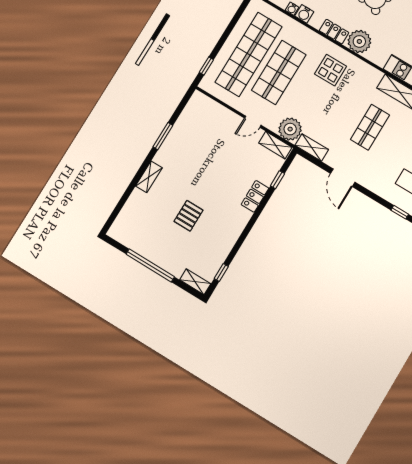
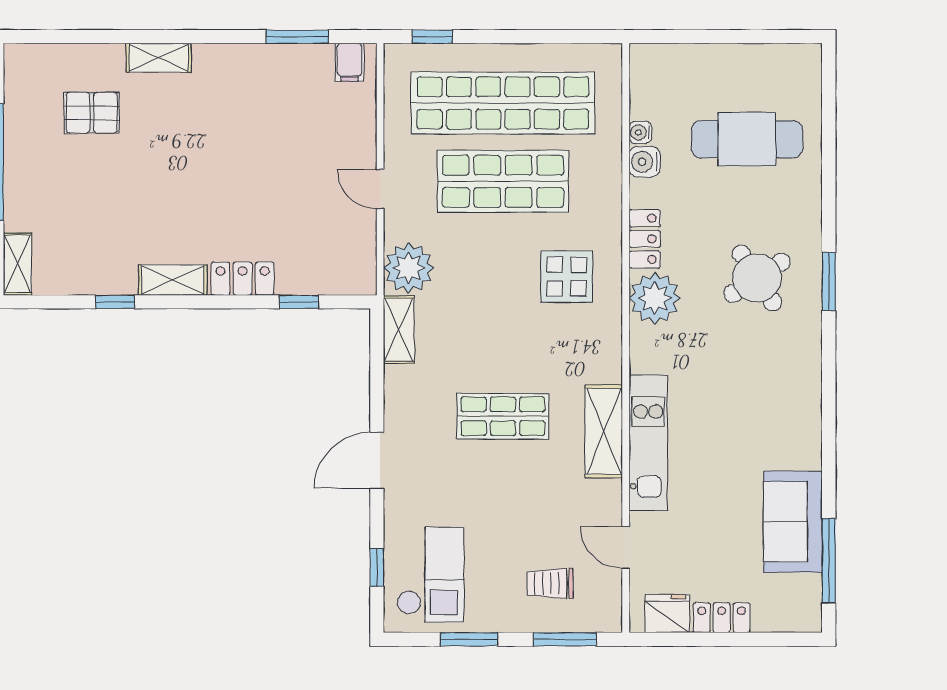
filing cabinet: (196, 104) -> (349, 62), added
window: (163, 136) -> (297, 37), moved
shelving: (275, 145) -> (173, 280), moved, turned 90
door: (343, 178) -> (377, 460), moved
pallet: (189, 216) -> (92, 113), moved
window: (221, 272) -> (115, 302), moved

